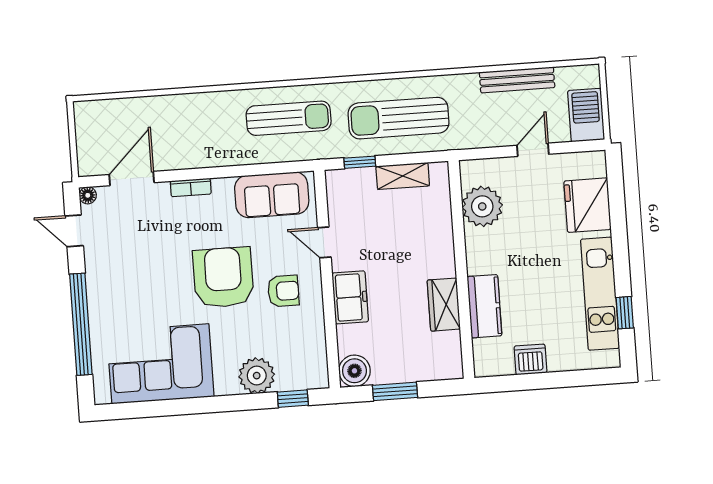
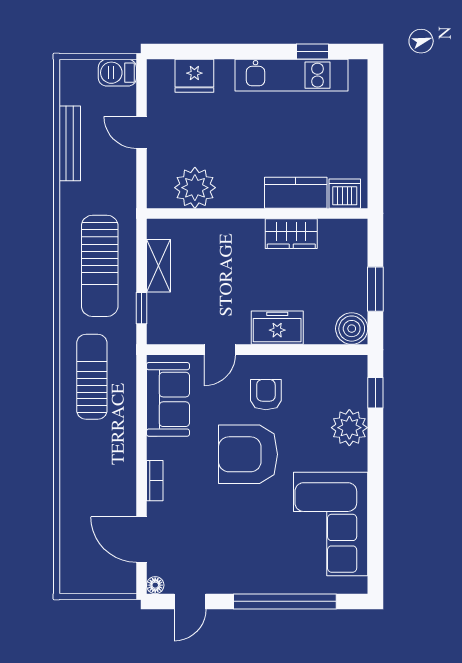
barbecue: (586, 115) -> (117, 73), width x0.73, depth x0.79
fridge: (587, 205) -> (194, 76), width x0.73, depth x0.75
dishwasher: (530, 359) -> (345, 194), moved, turned 90

